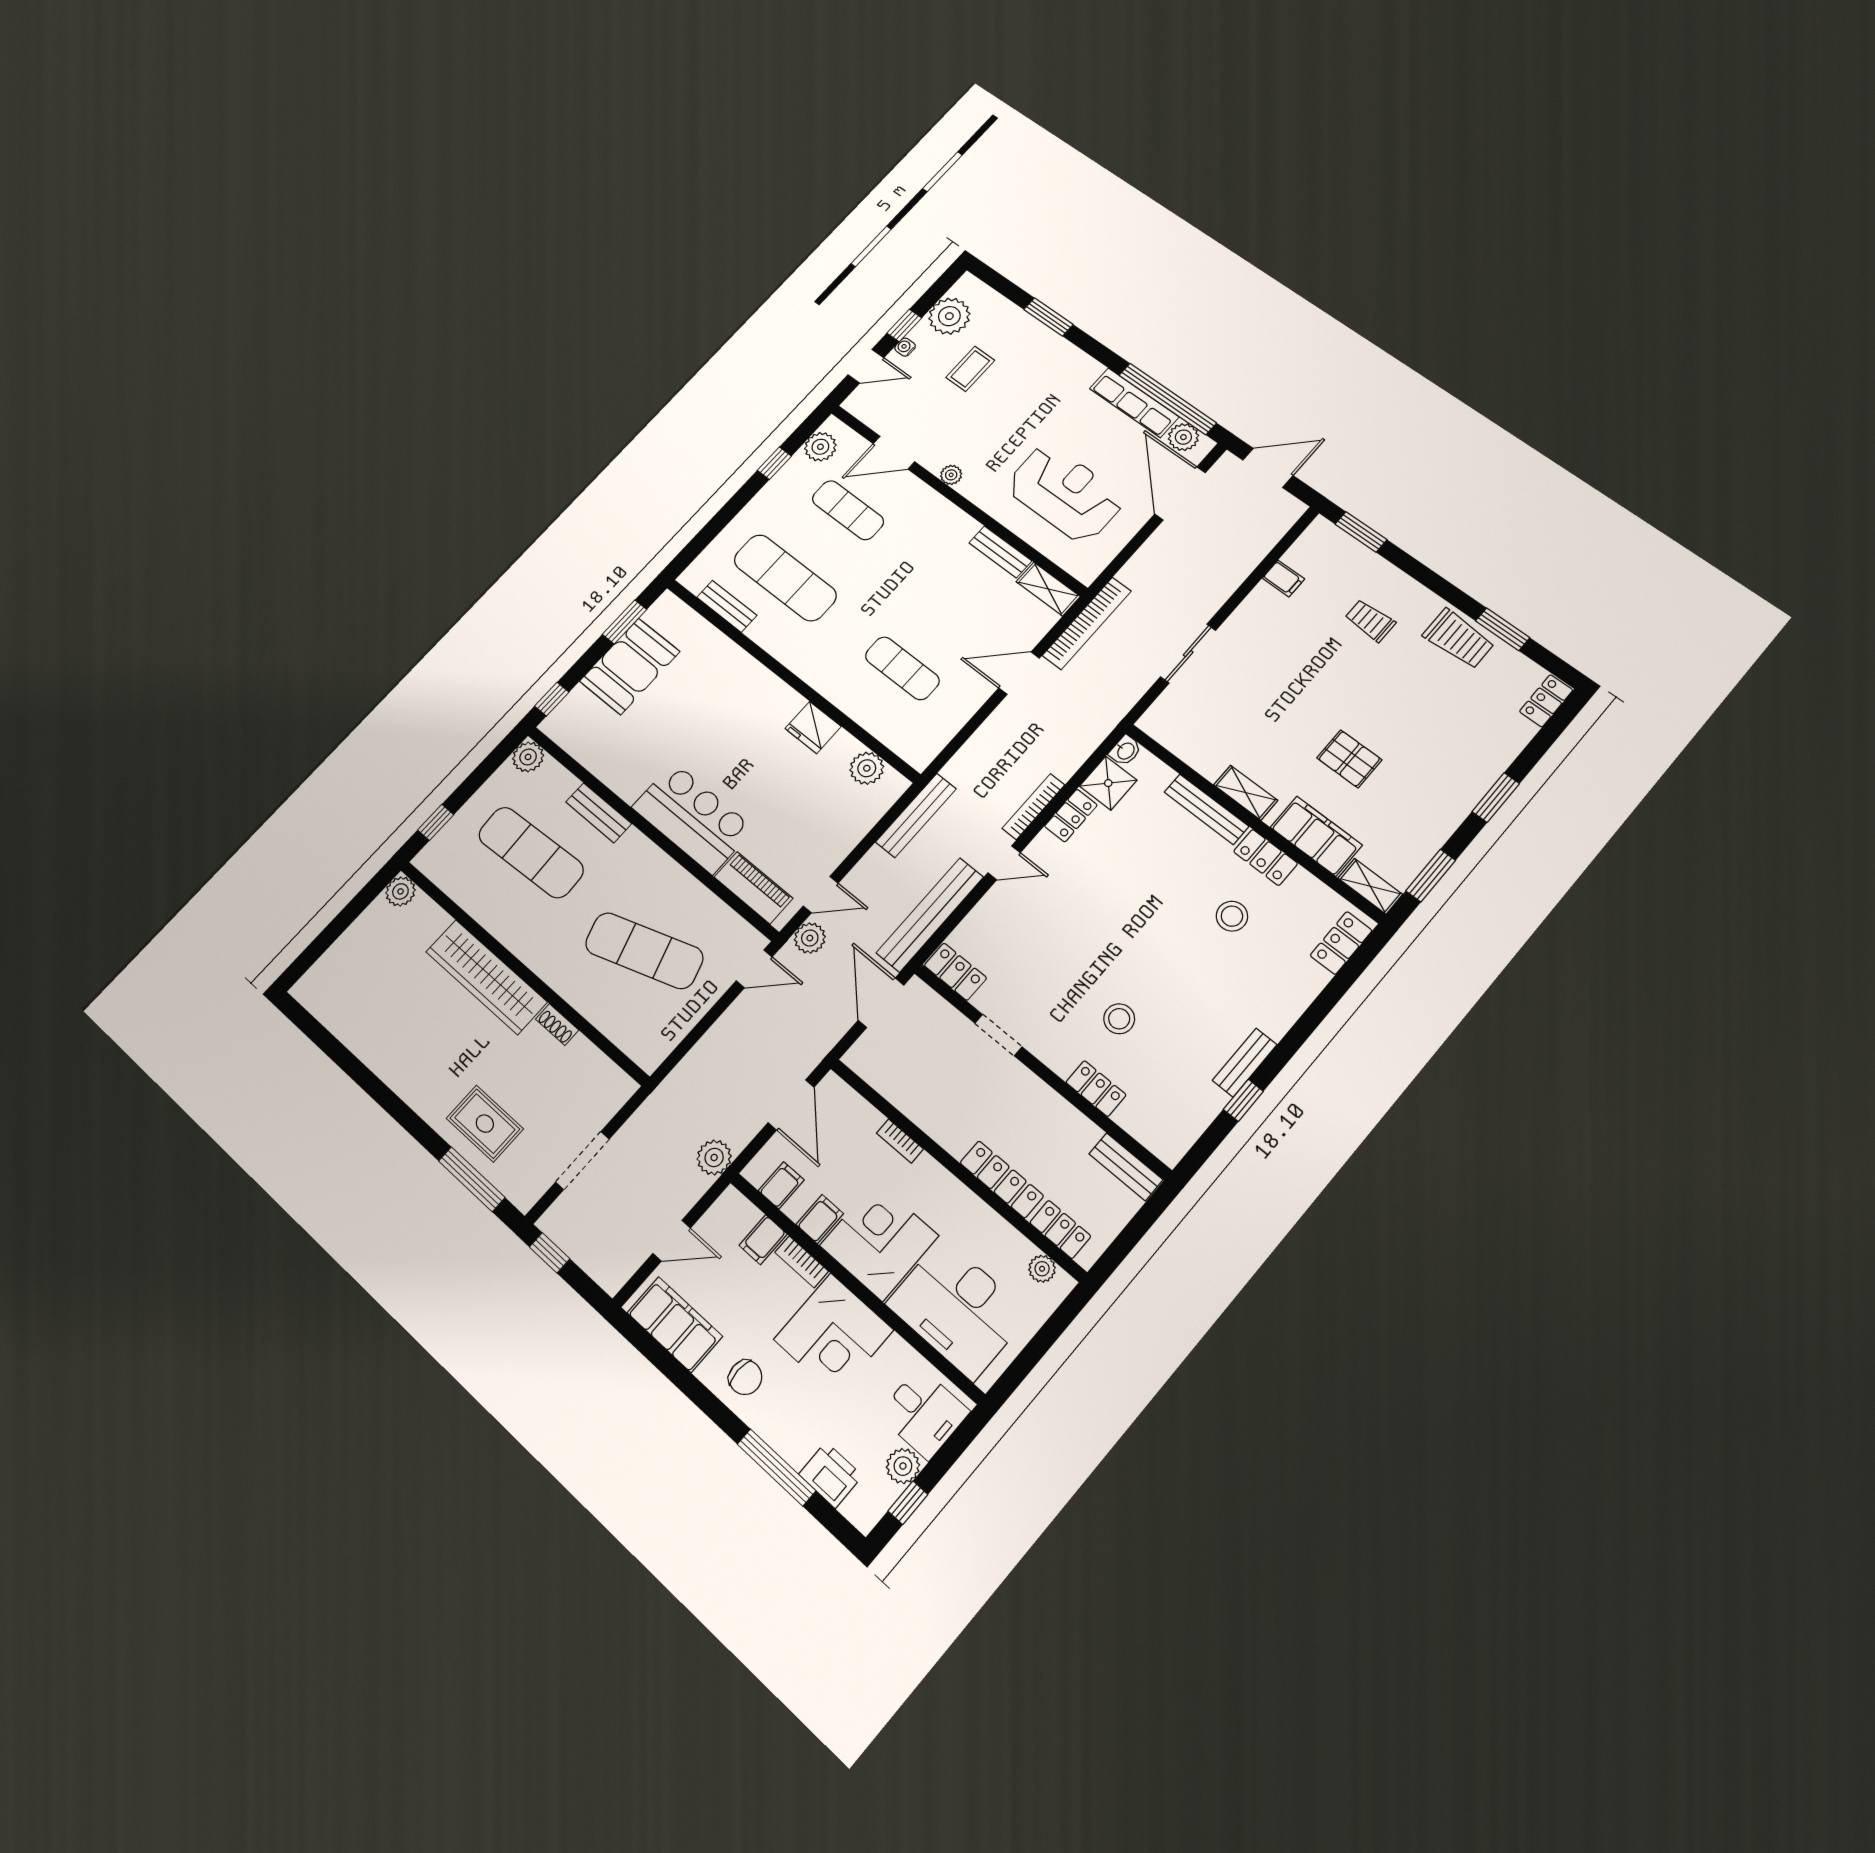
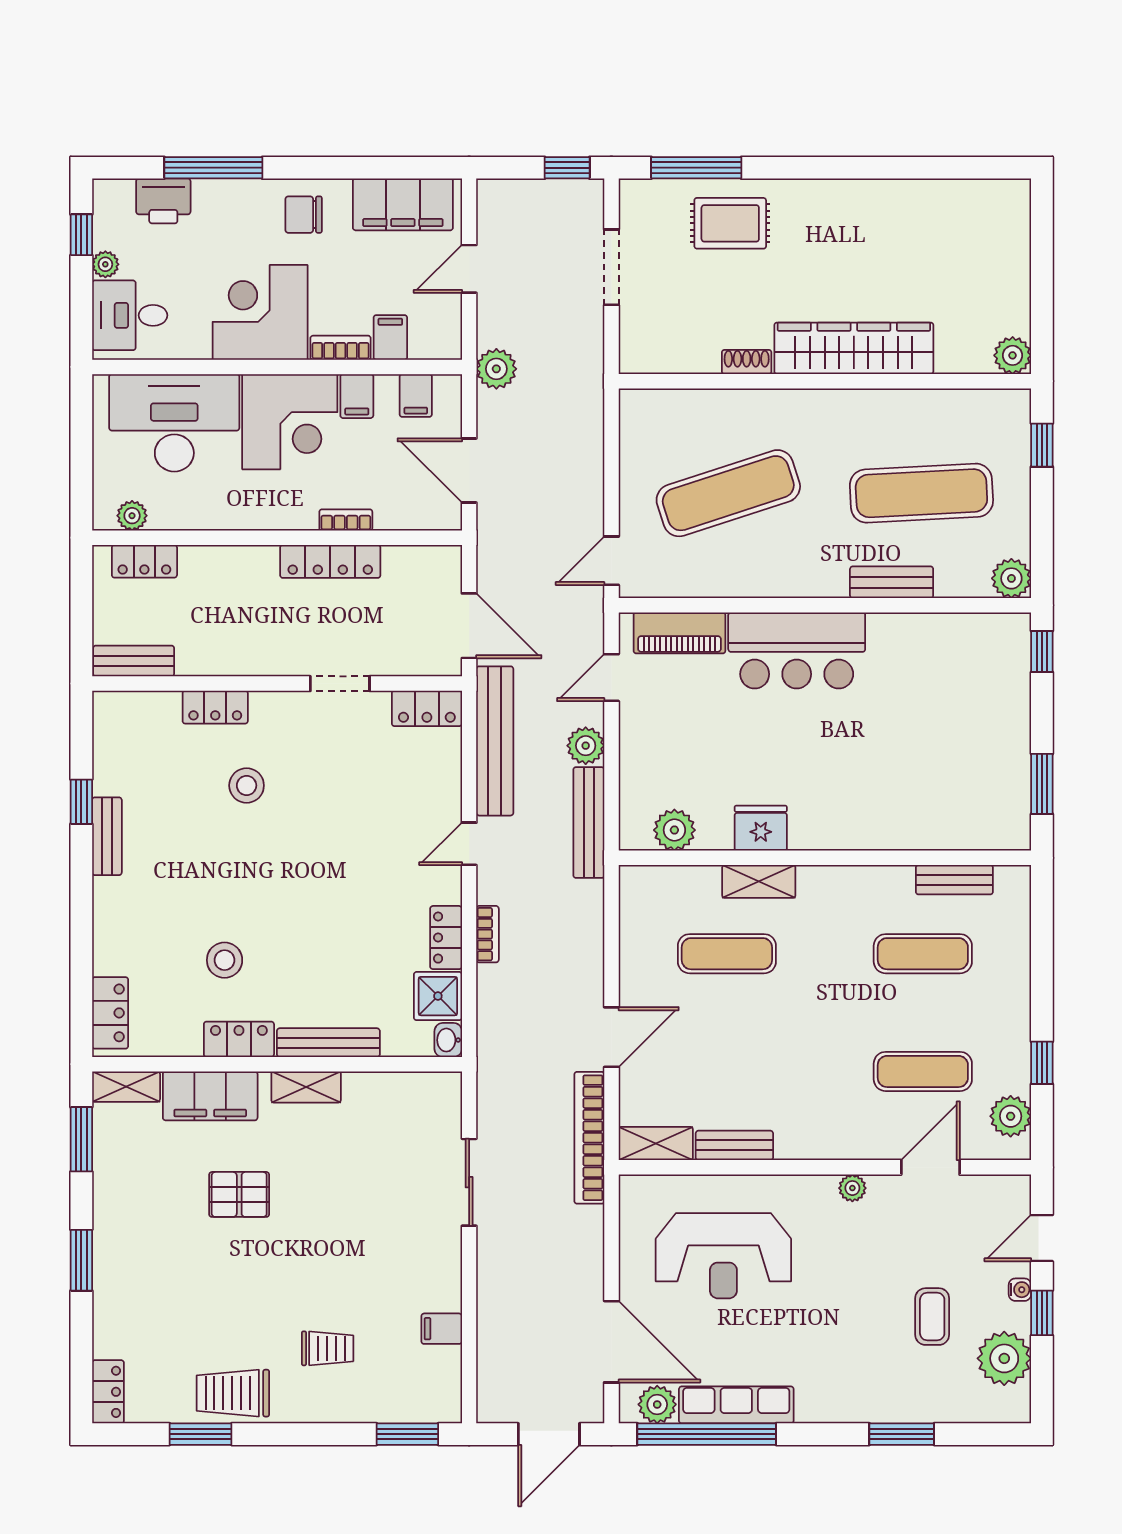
exercise mat: (785, 578) -> (923, 954), width x0.73, depth x0.69
booth: (630, 666) -> (995, 745), removed
shelving: (844, 696) -> (759, 881), added
bookcase: (1033, 807) -> (488, 934), width x0.64
plant: (810, 938) -> (586, 746), moved
locker: (1002, 1179) -> (330, 561), moved
plant: (903, 1466) -> (105, 264), width x0.73, depth x0.73

